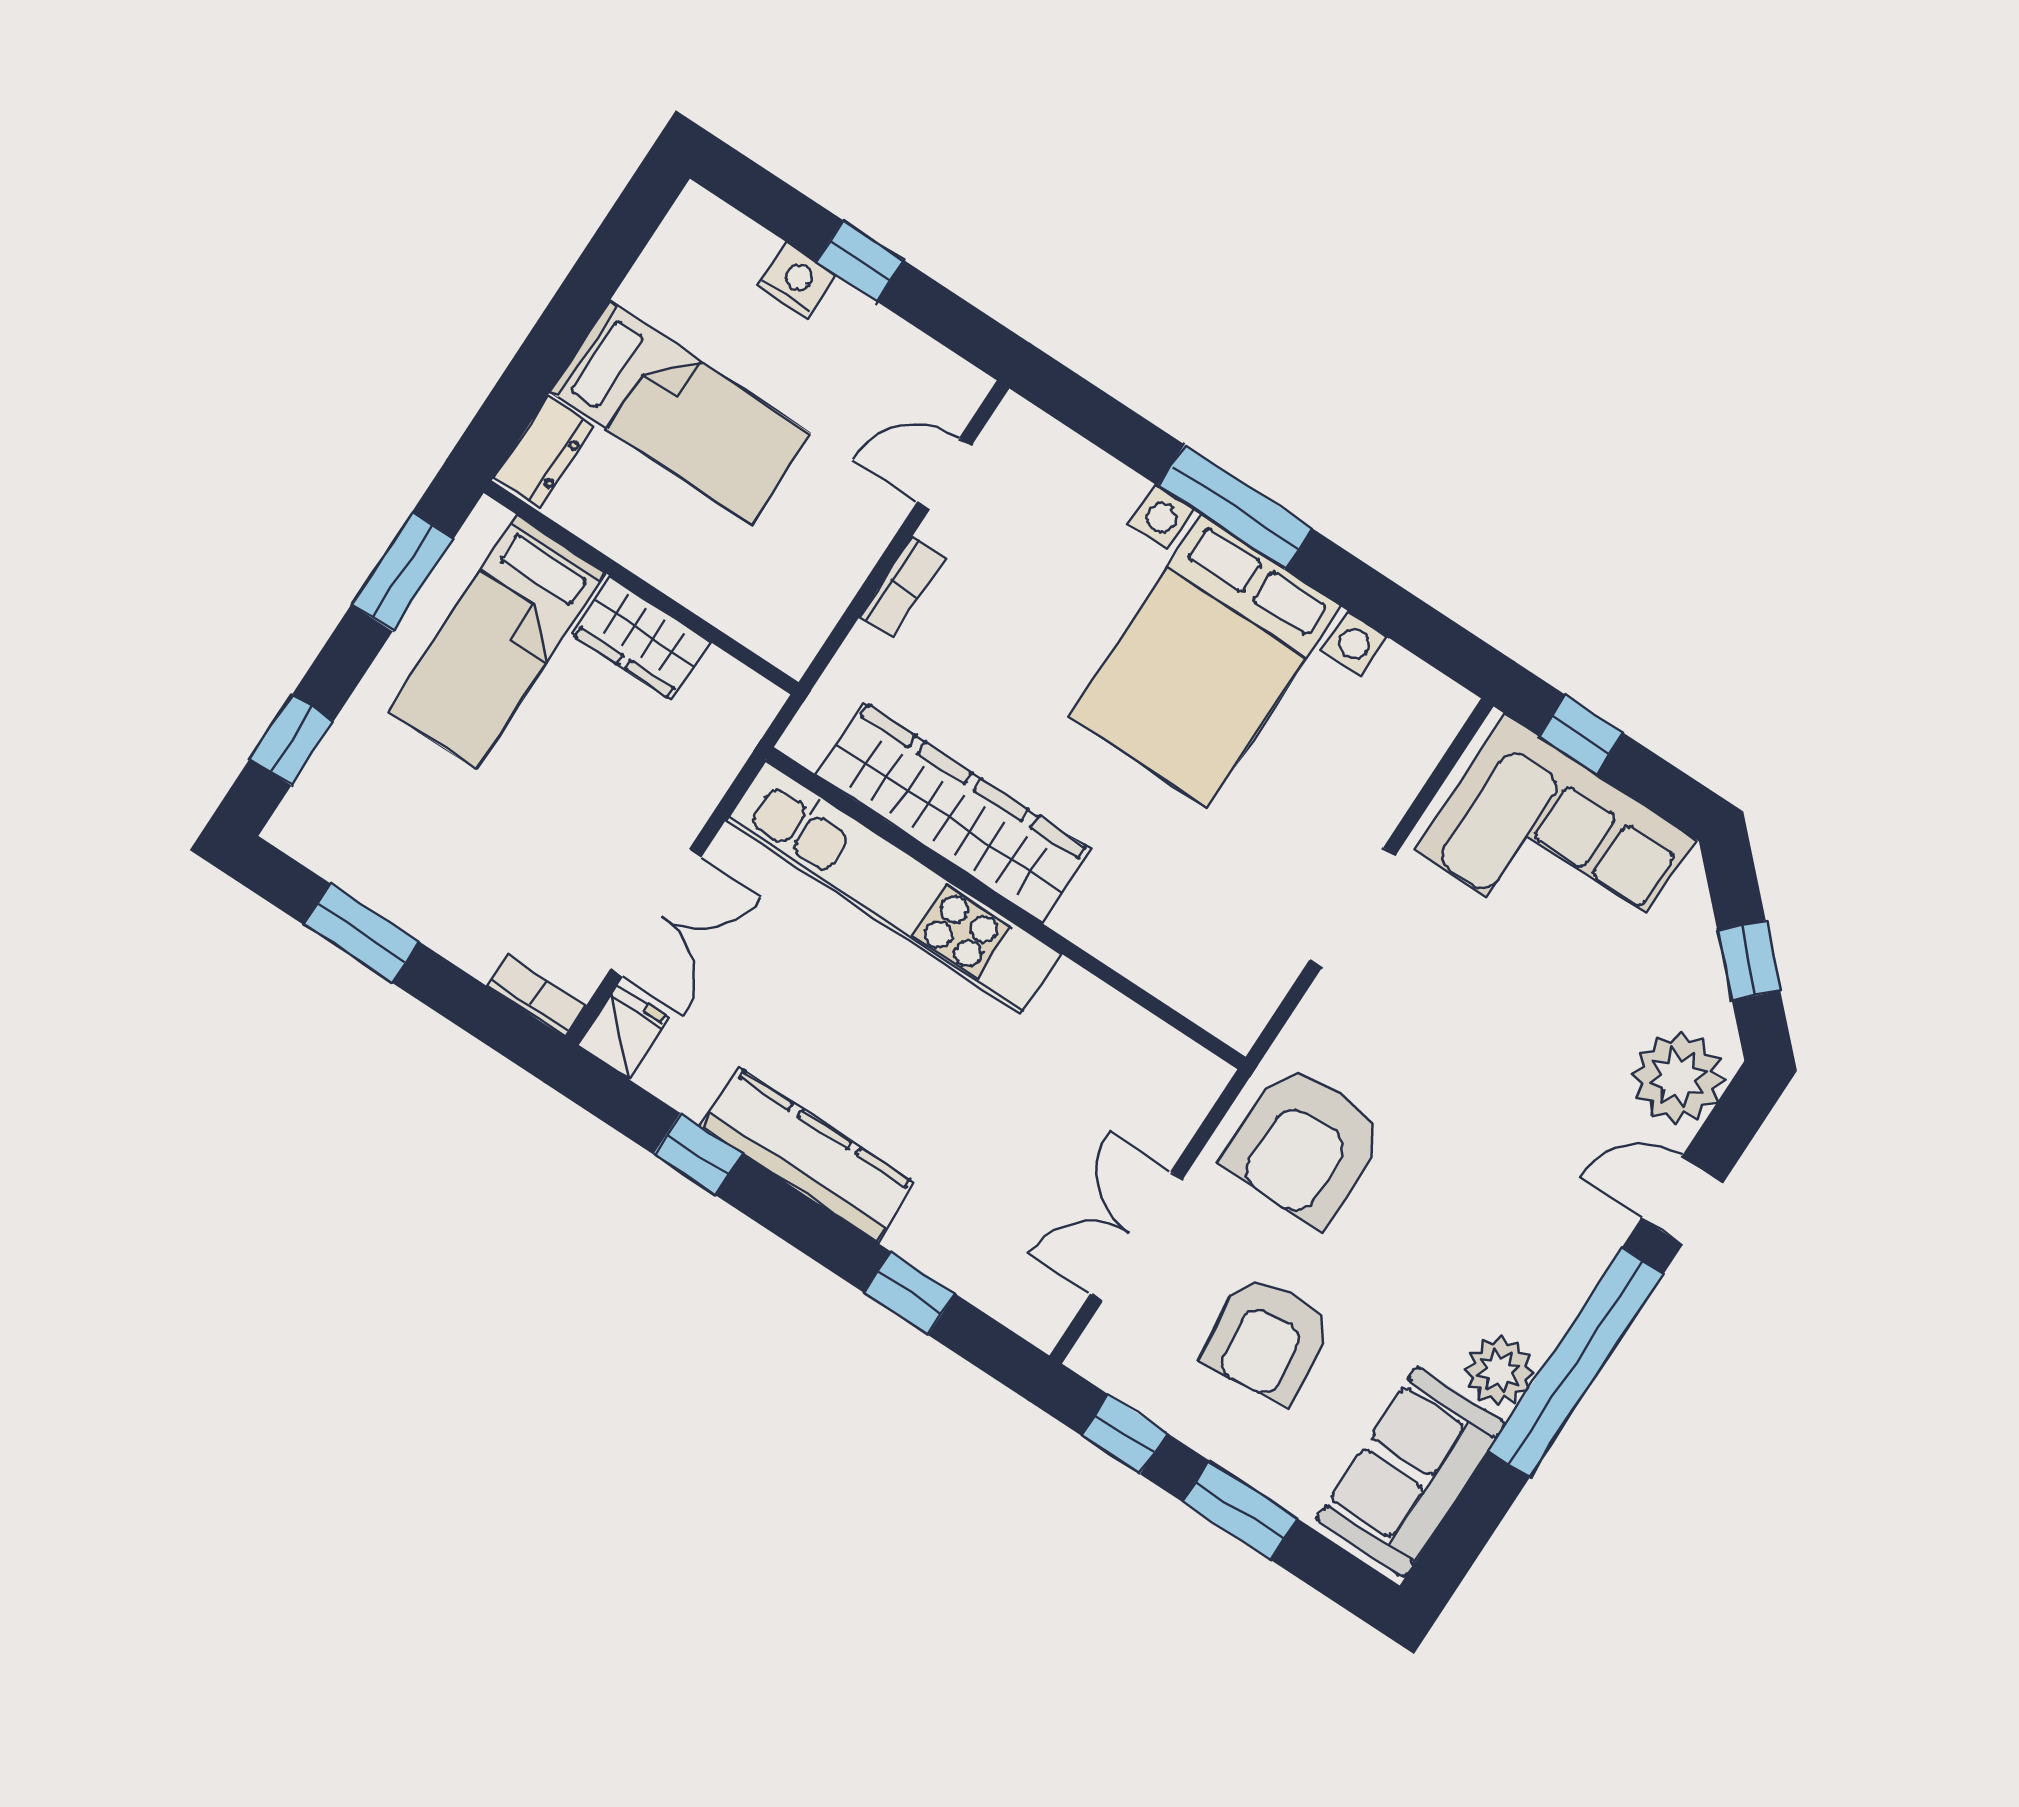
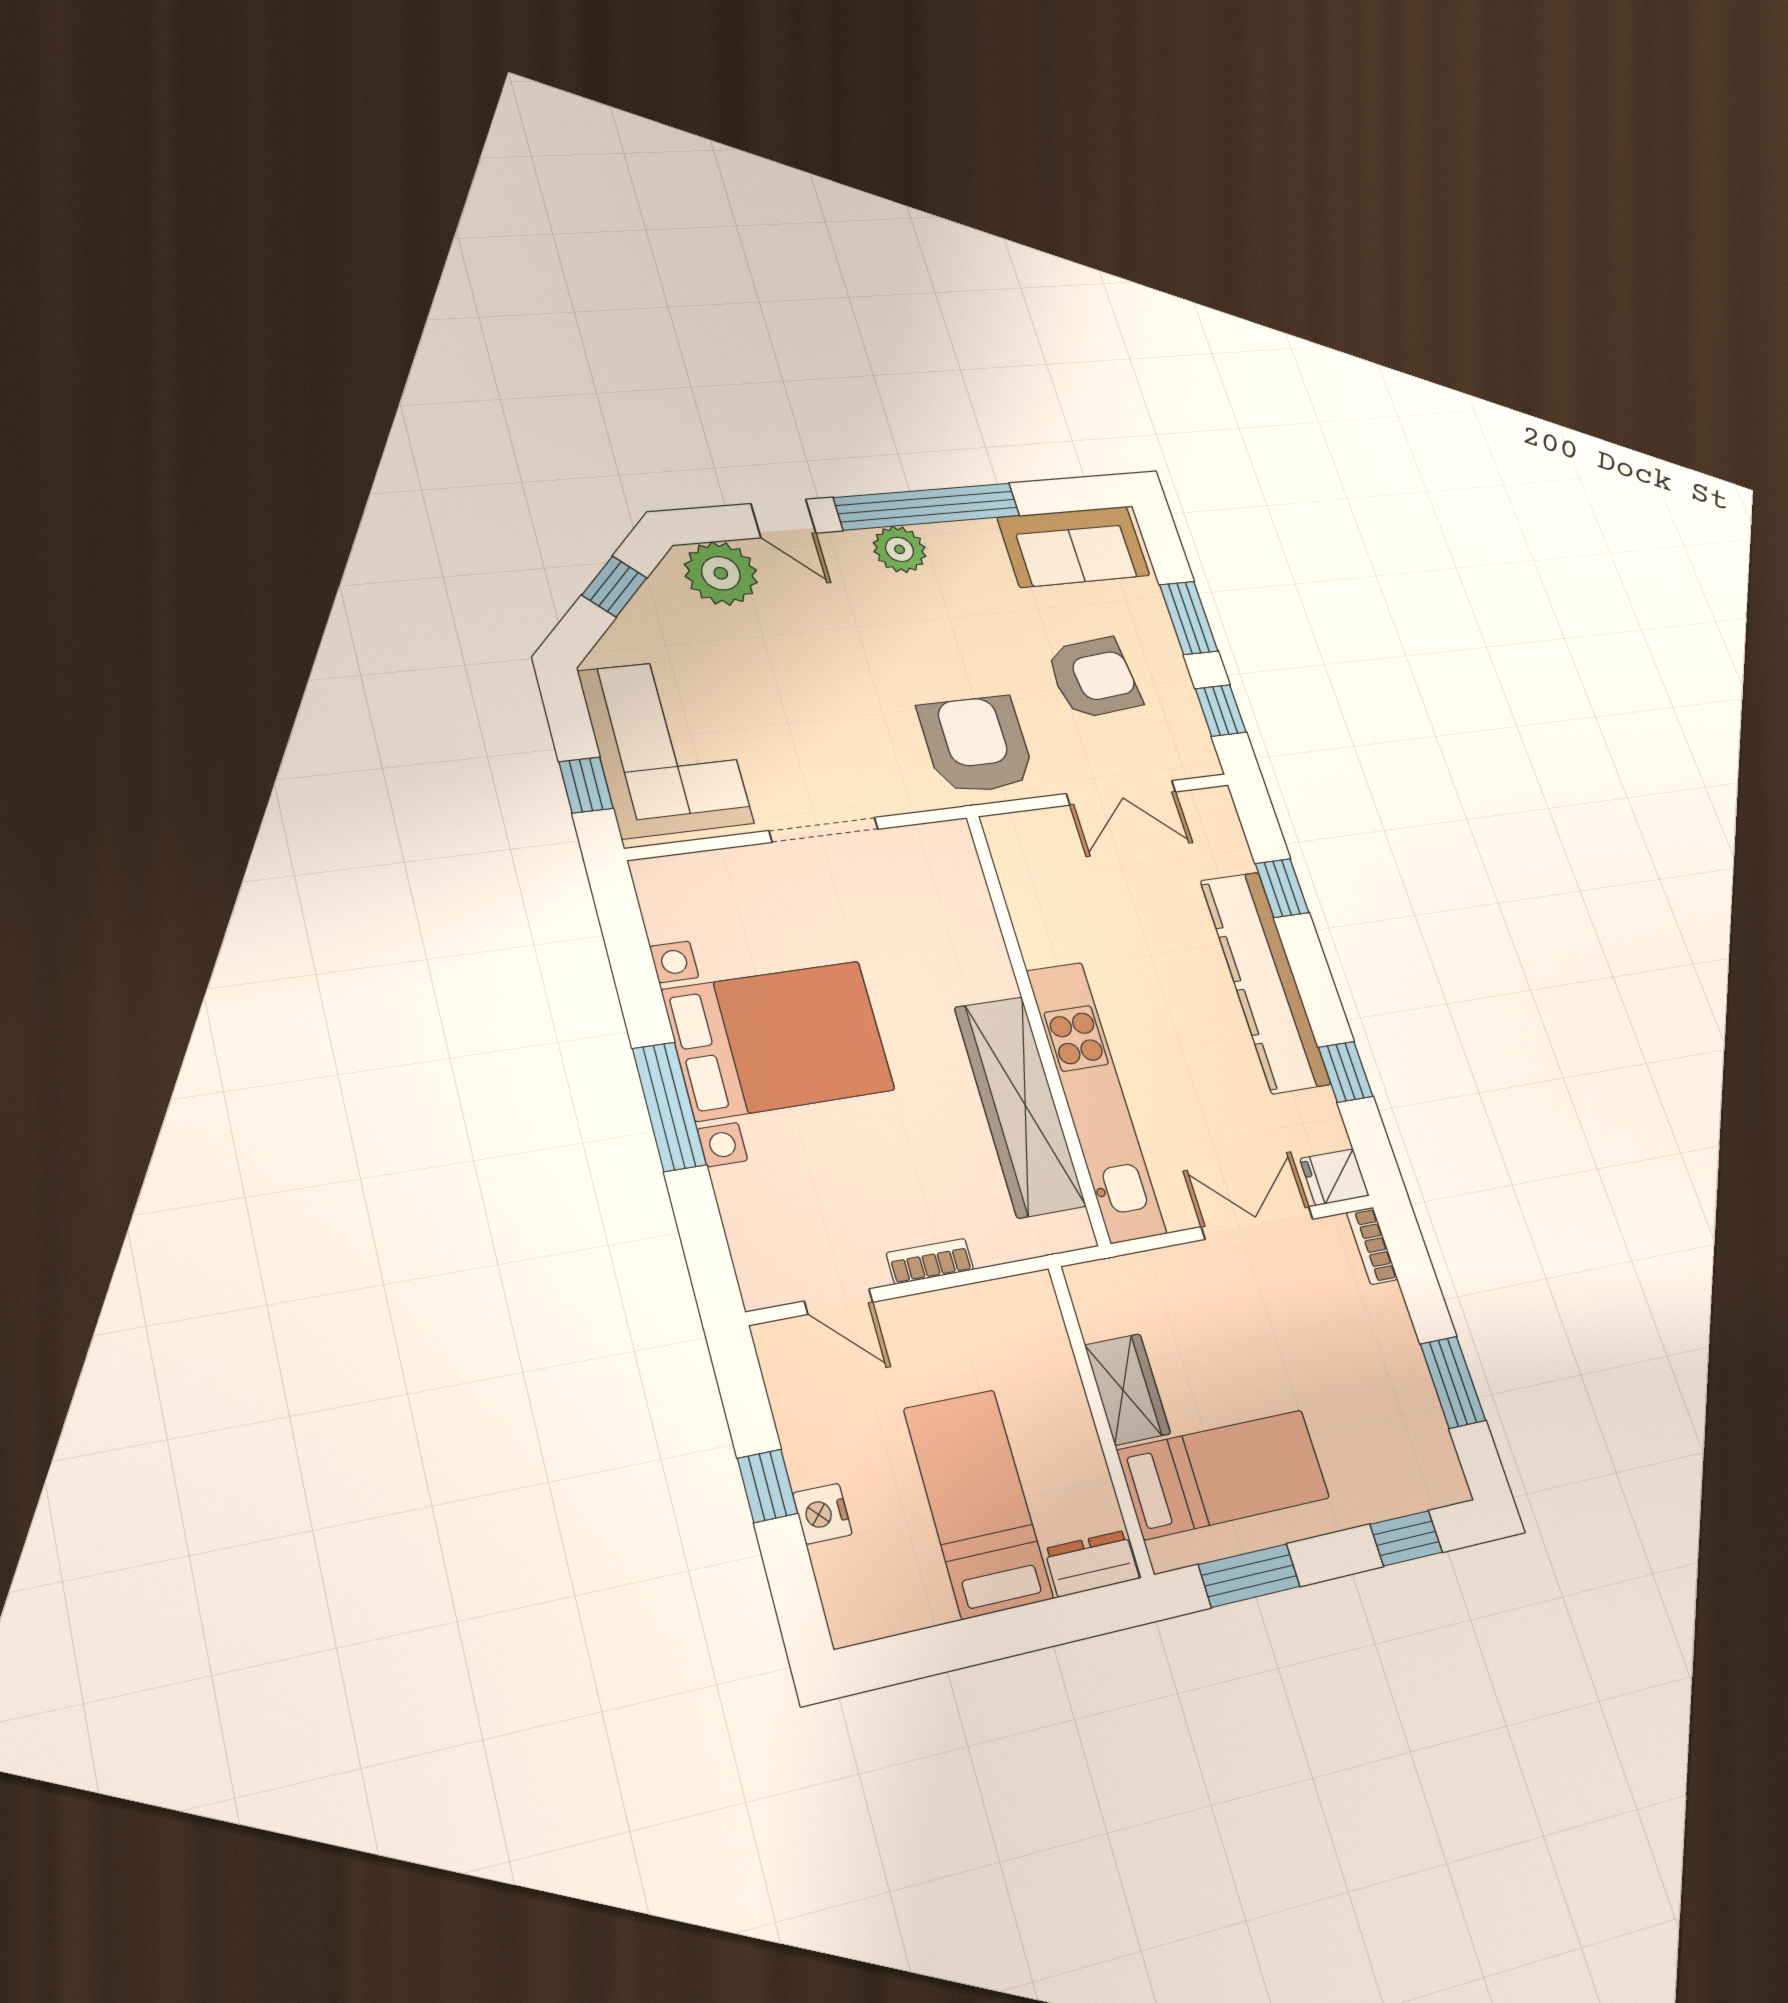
armchair: (1304, 1145) -> (977, 745), turned -90
kitchen counter: (808, 1155) -> (1265, 982), width x1.39, depth x1.17
plant: (1499, 1371) -> (900, 549), moved

